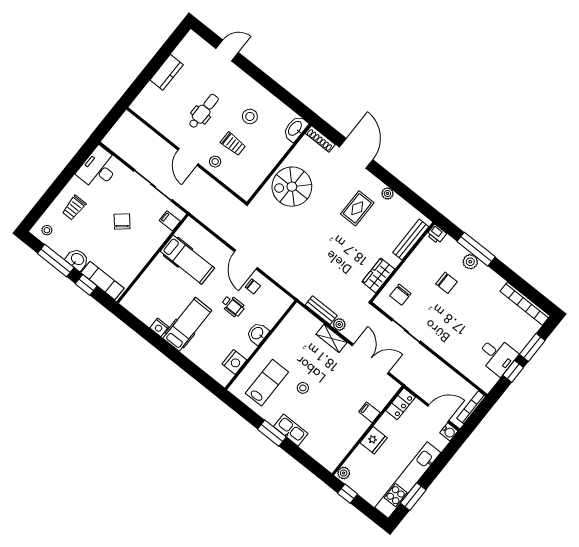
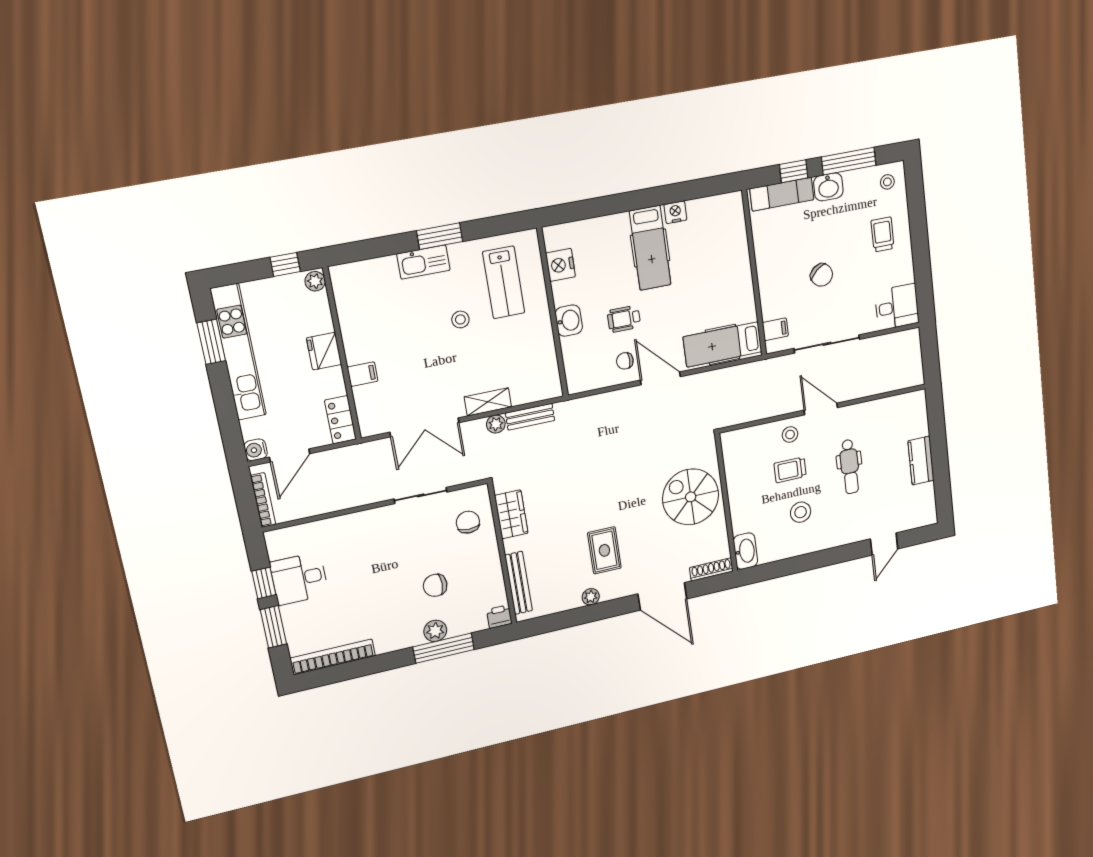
desk: (99, 169) -> (897, 307), width x0.73
spiral stairs: (292, 187) -> (691, 497), turned -90
hospital bed: (187, 260) -> (723, 344), moved

